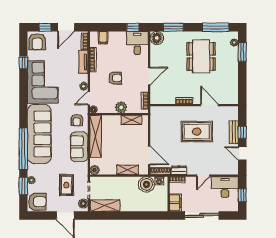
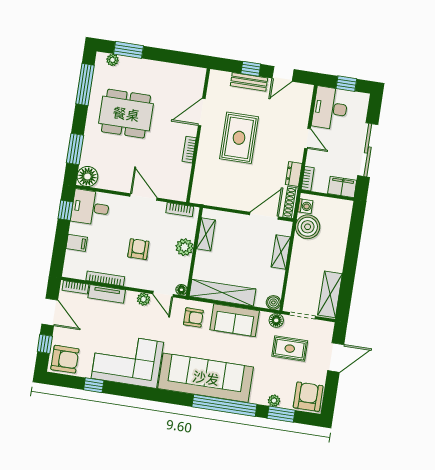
filing cabinet: (103, 38) -> (77, 243), moved
floor lamp: (83, 204) -> (276, 320), moved

